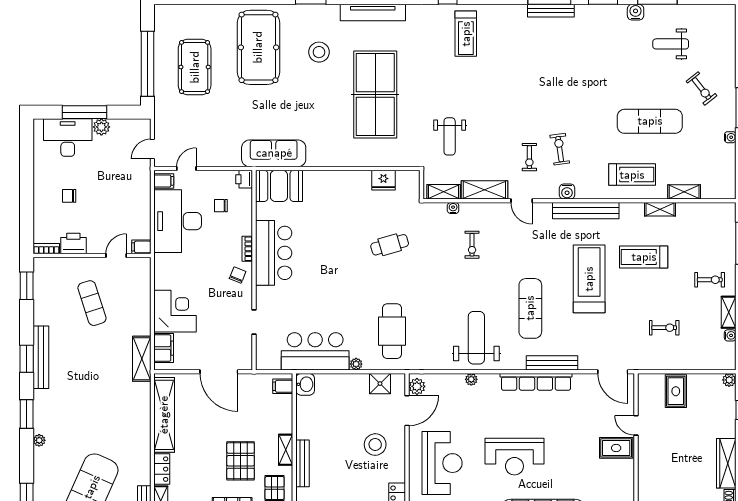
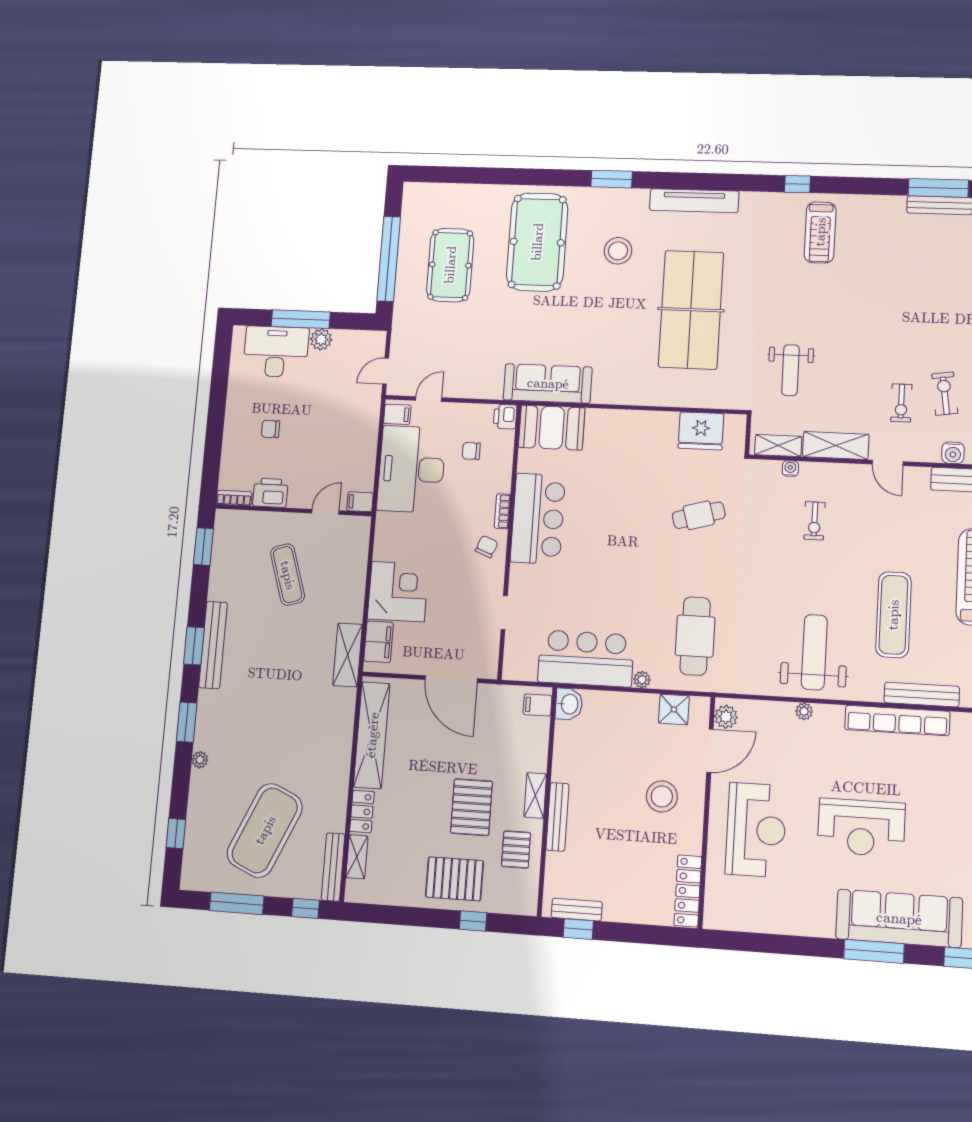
fridge: (383, 180) -> (701, 431), width x1.36, depth x1.34

